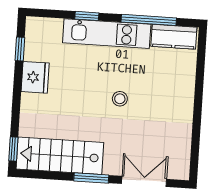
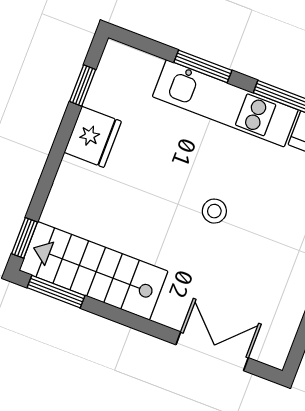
window: (87, 16) -> (203, 66), width x1.50
window: (91, 178) -> (56, 292), moved

